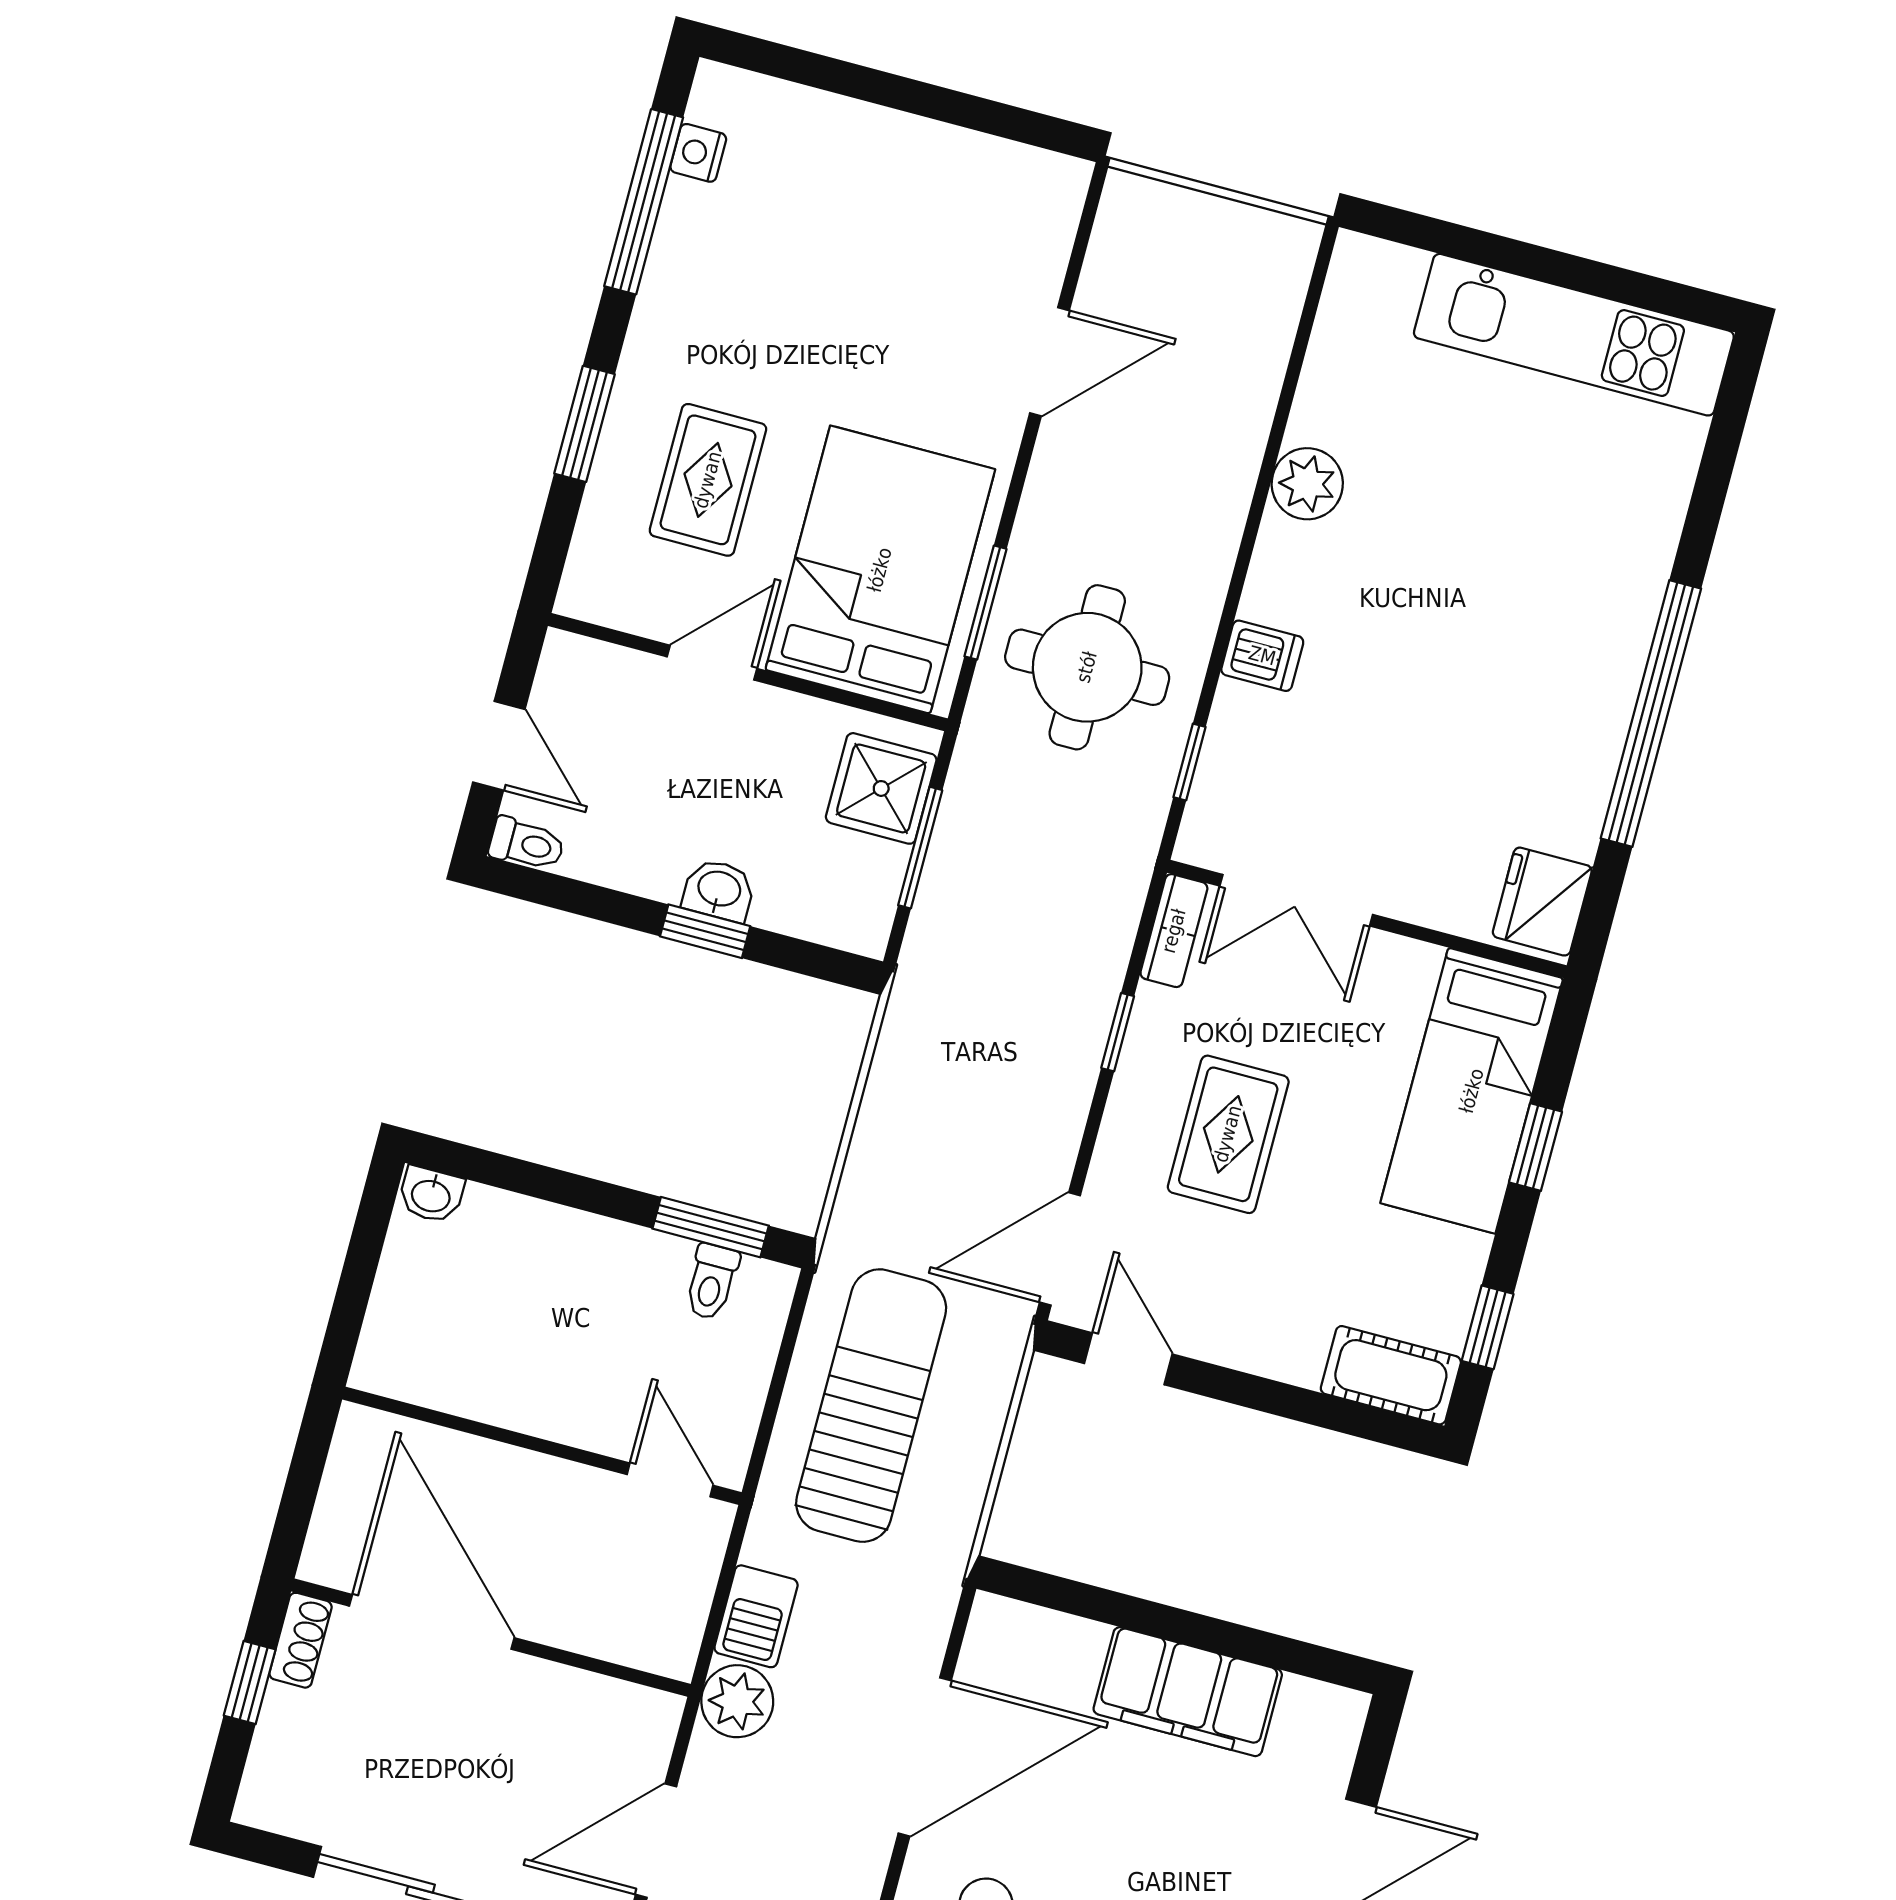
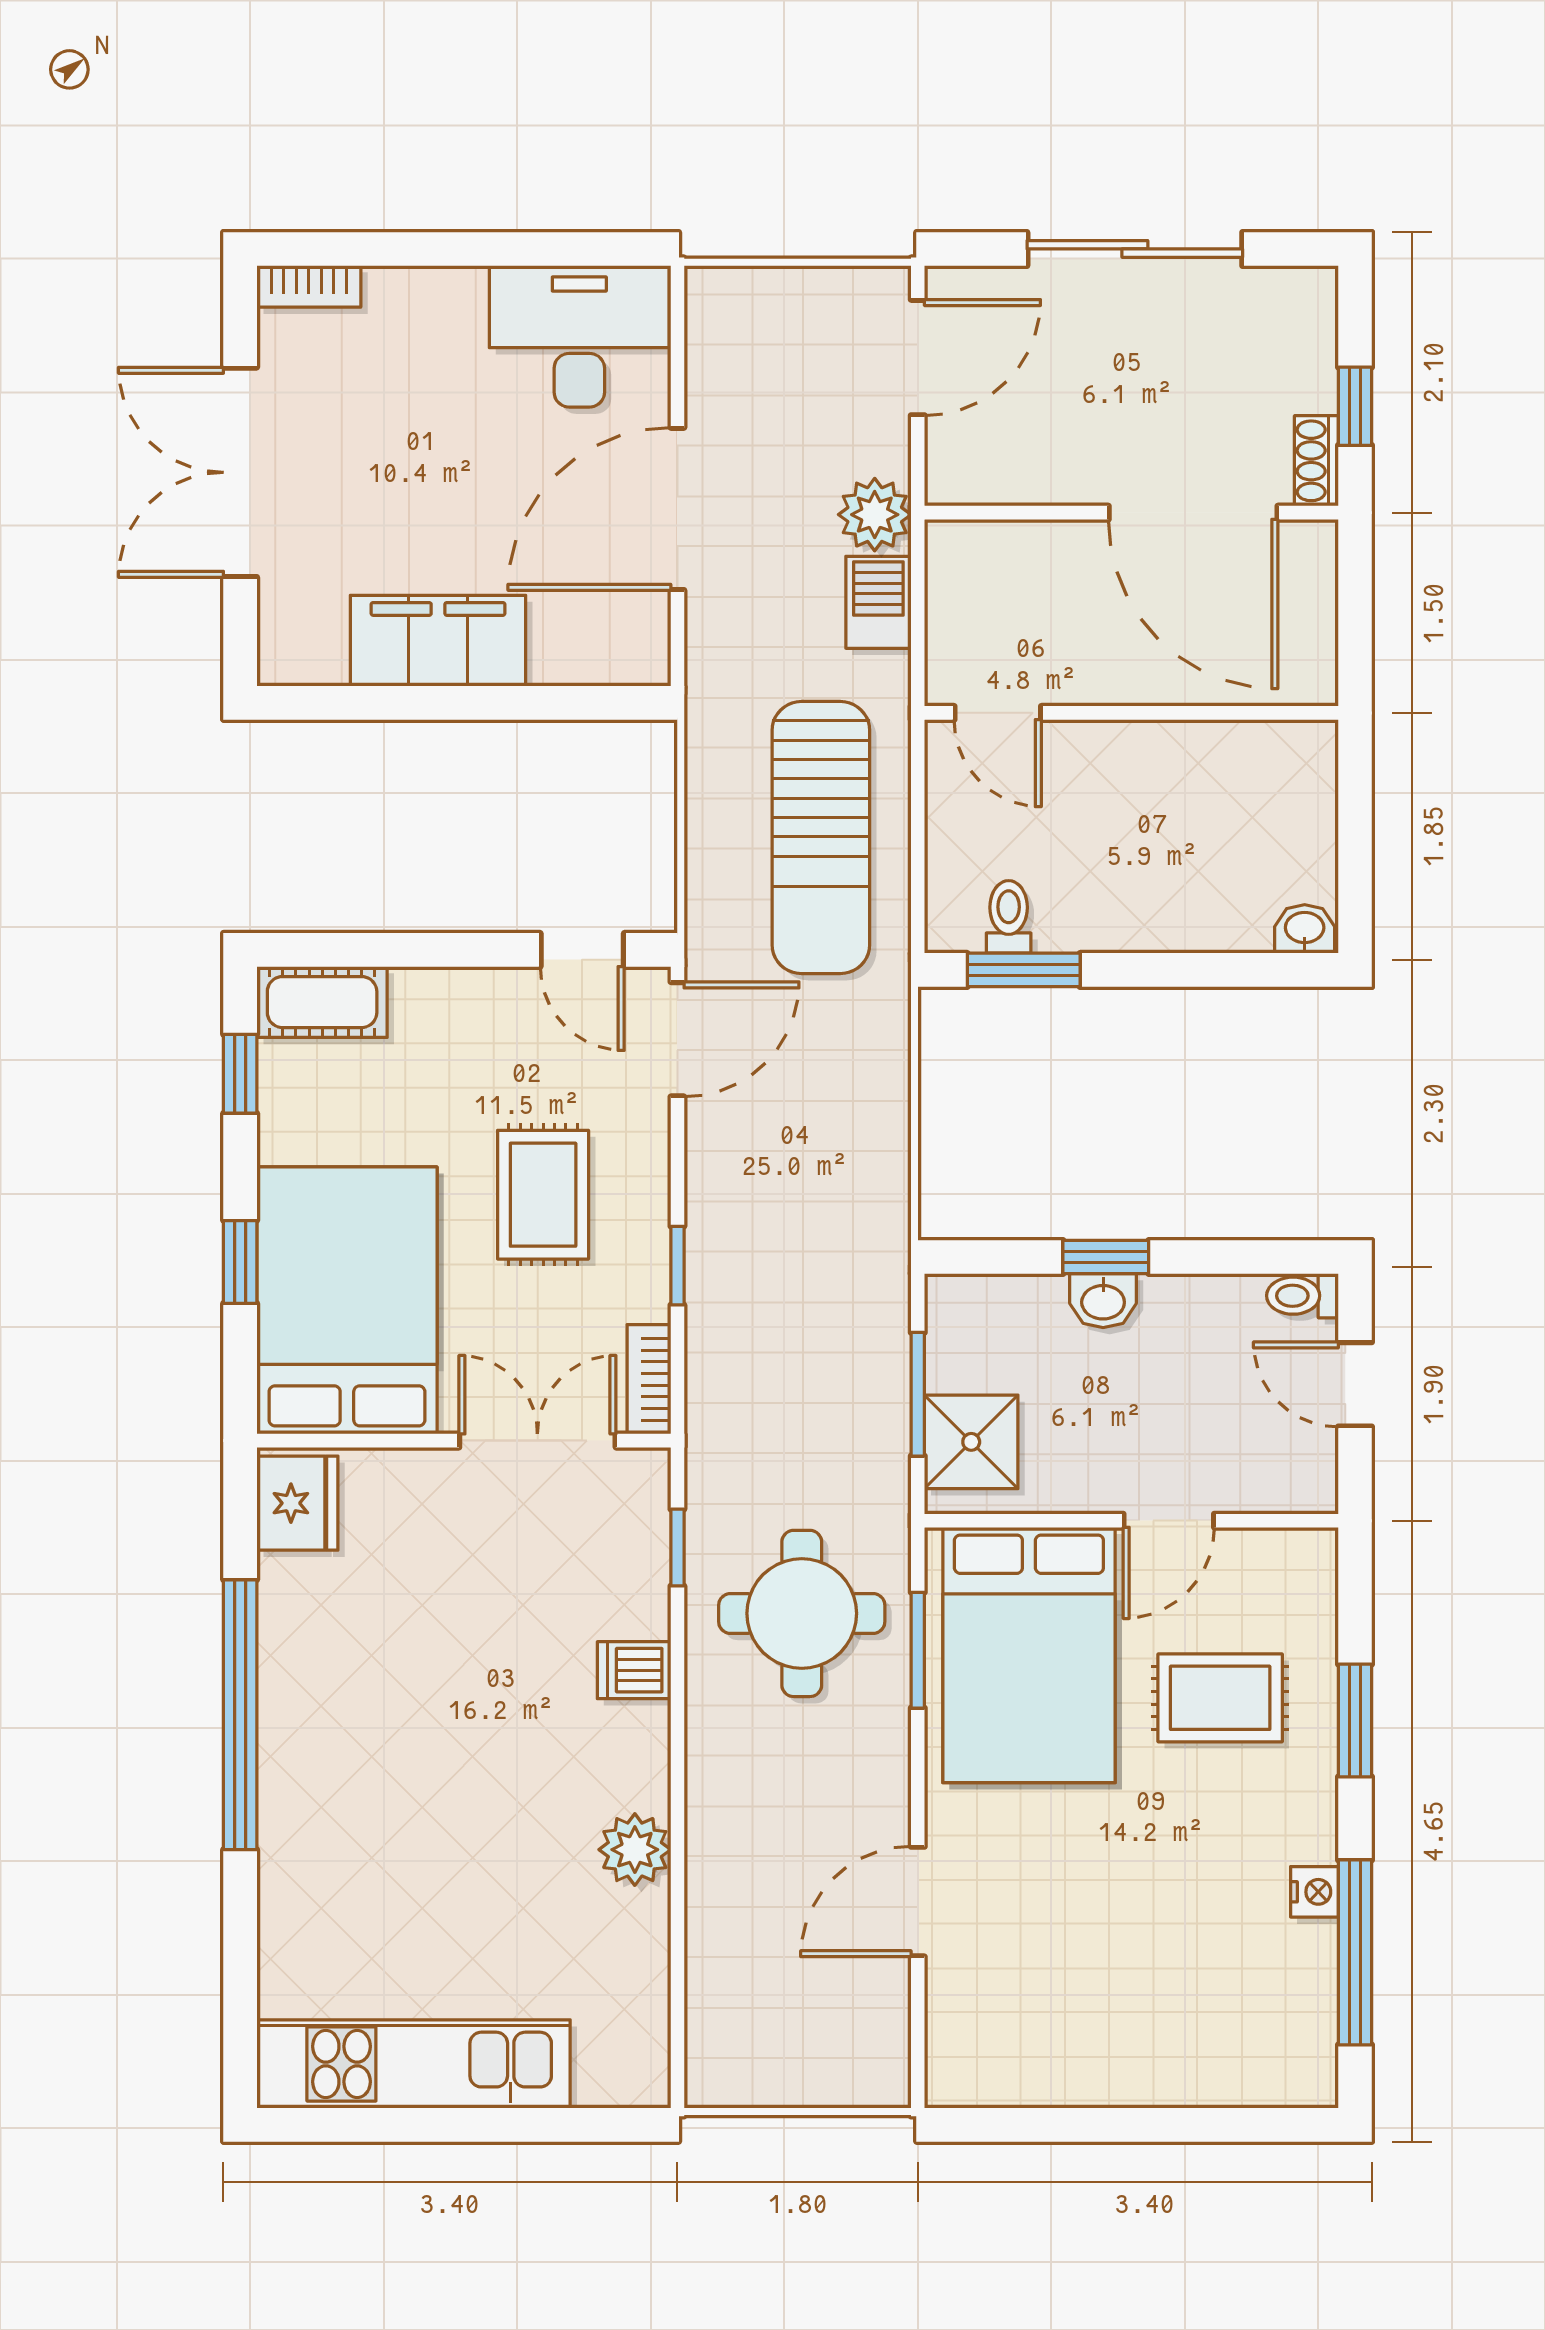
nightstand: (698, 153) -> (1314, 1892), moved
rug: (708, 480) -> (1220, 1698), turned 90
bed: (1472, 1091) -> (347, 1300), width x1.50

